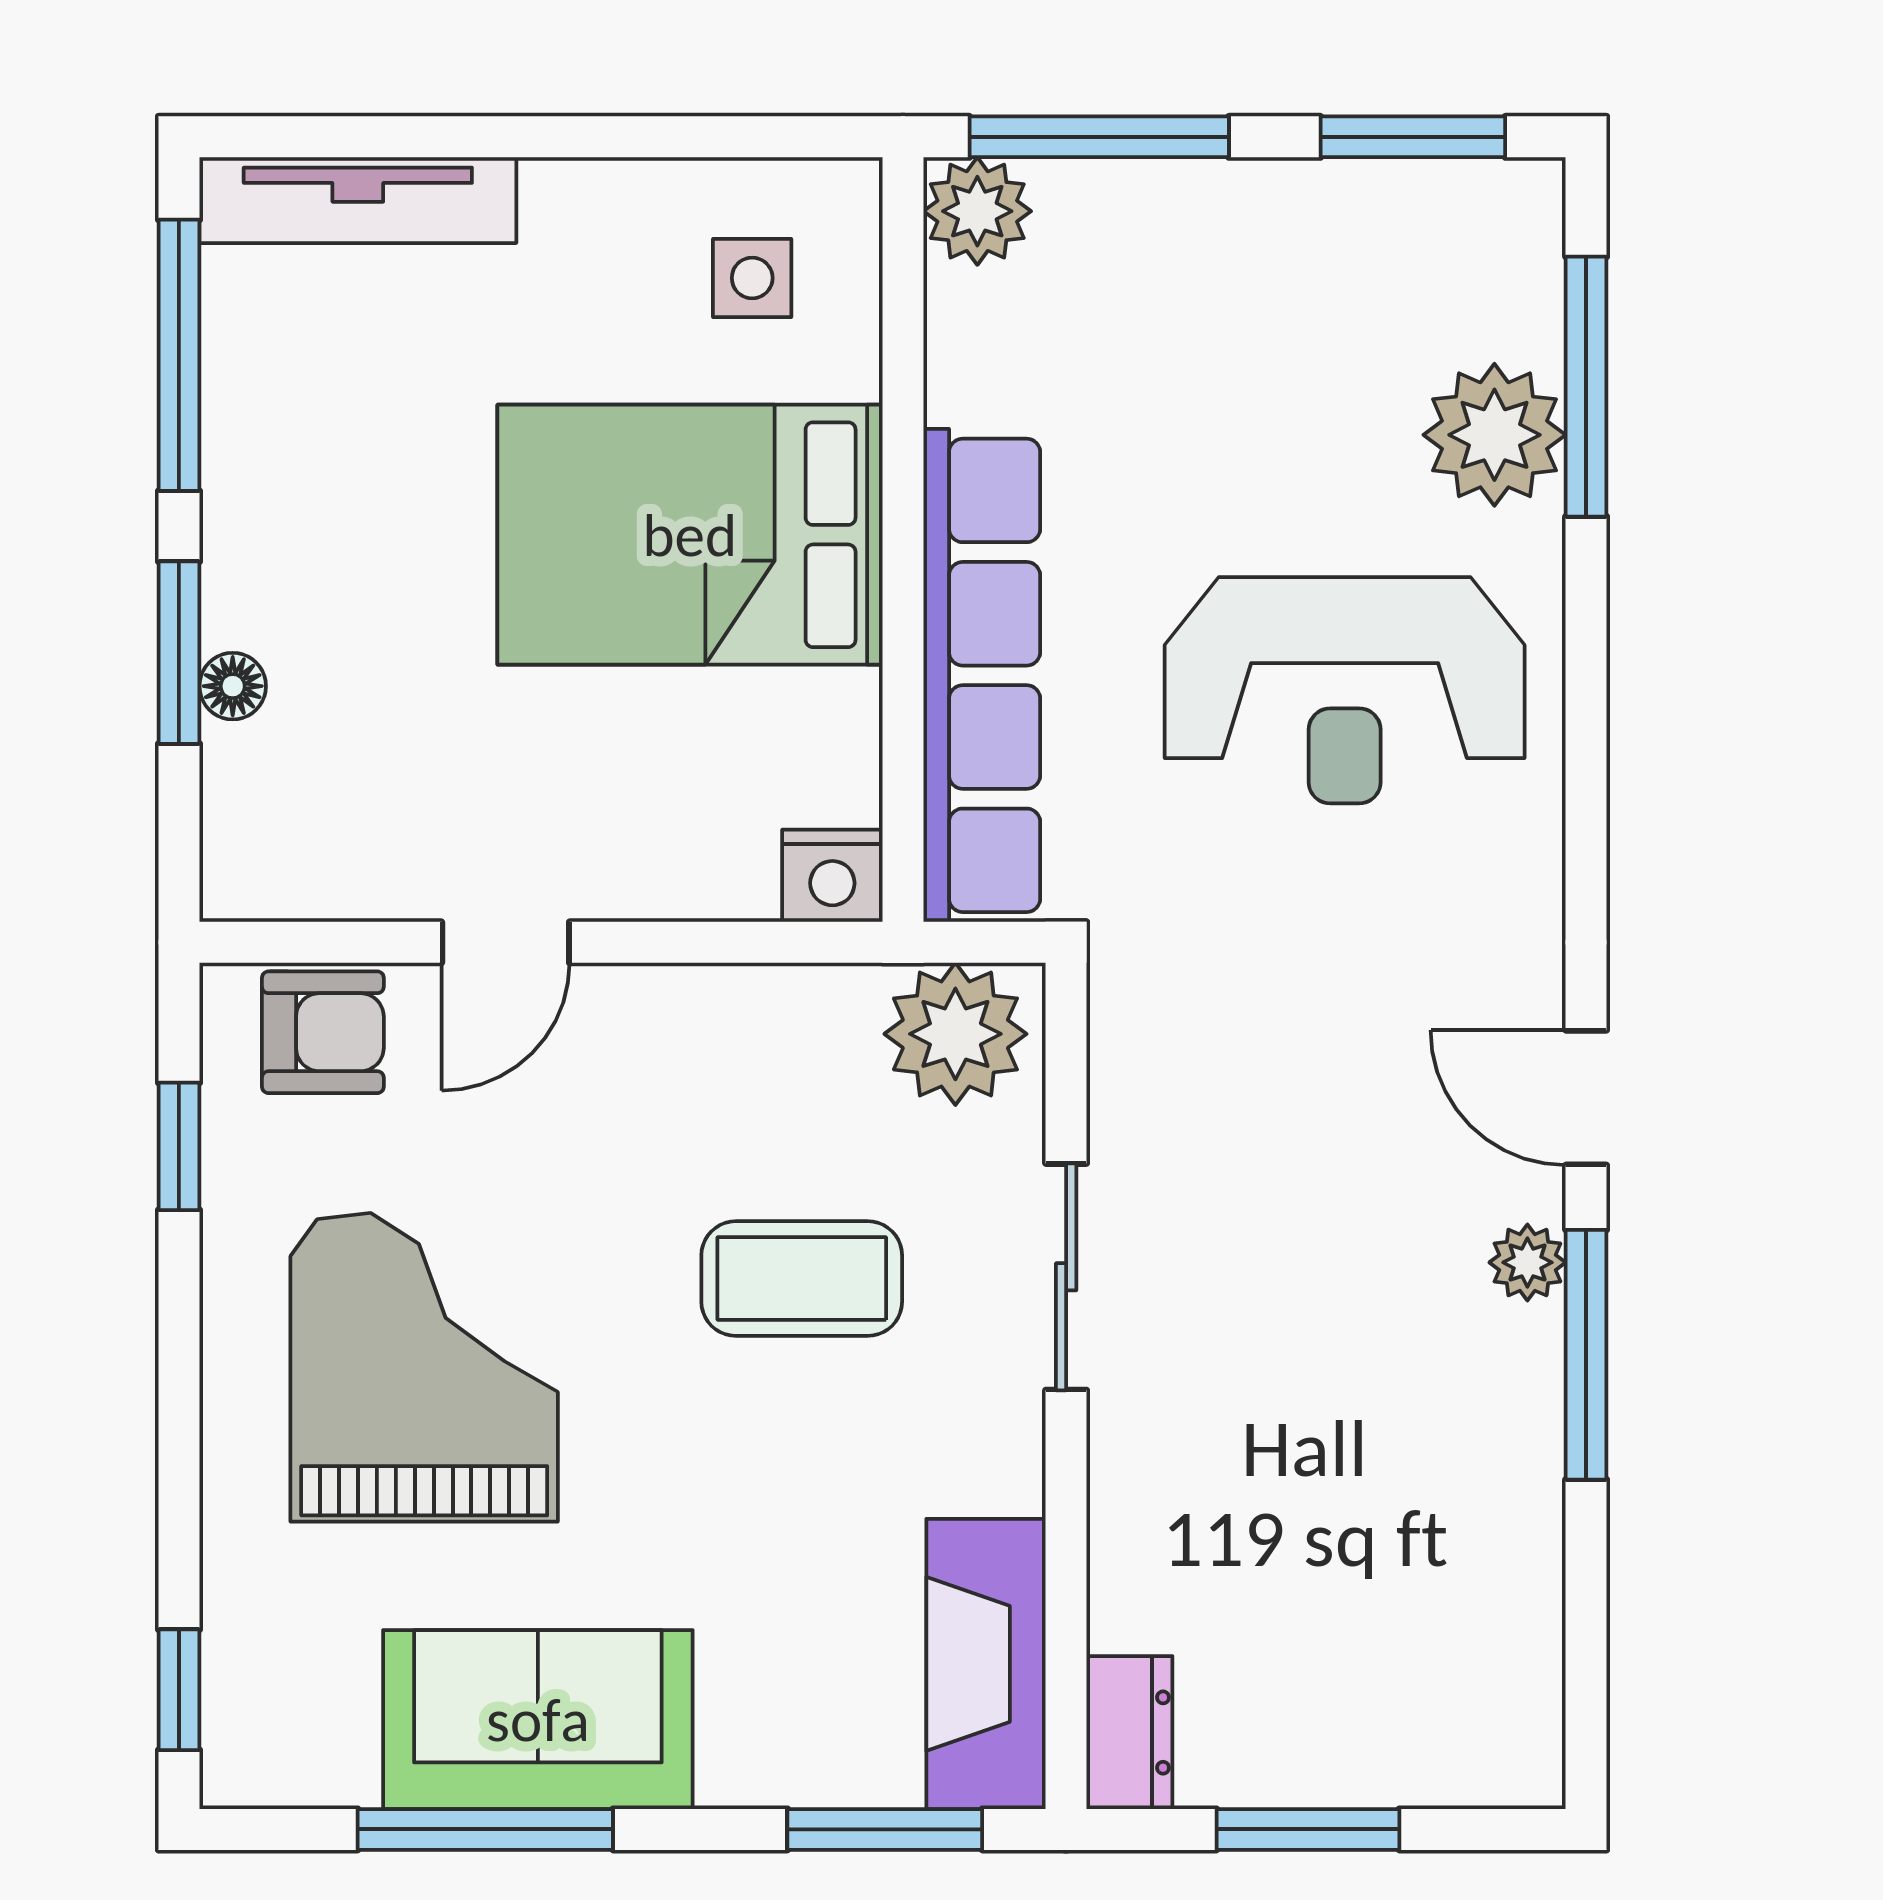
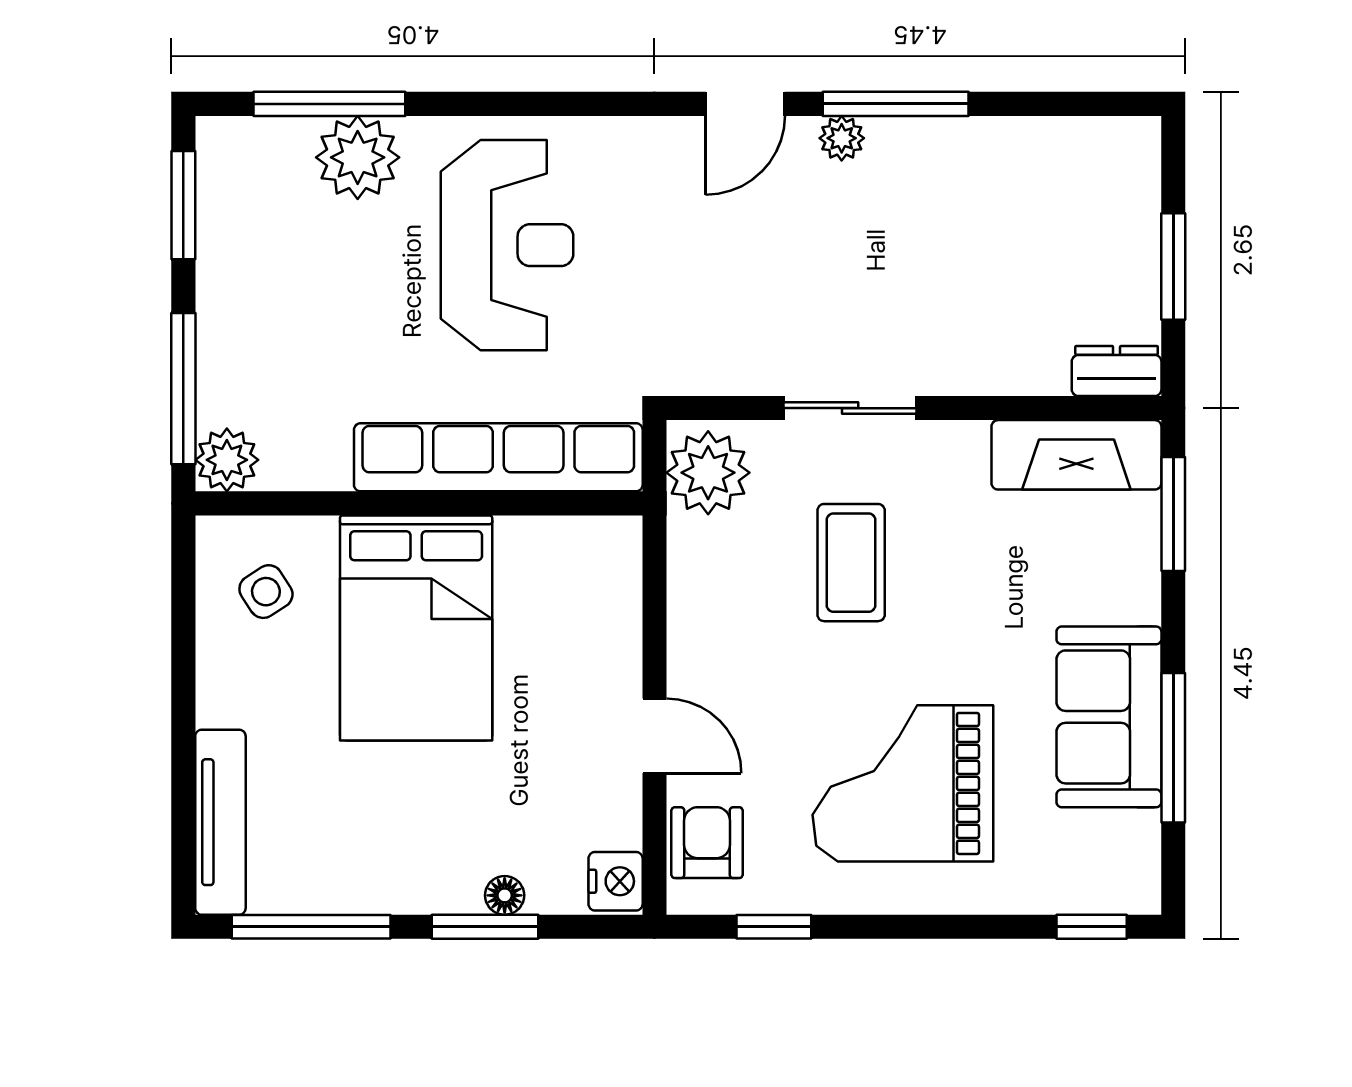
side table: (752, 278) -> (266, 592), turned -33
nightstand: (832, 876) -> (616, 881), moved

